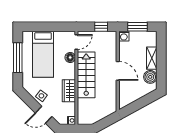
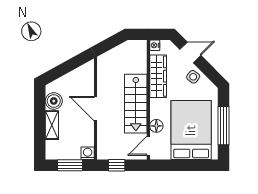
bed: (43, 54) -> (191, 130), width x1.50
wardrobe: (69, 91) -> (158, 76), width x1.50

